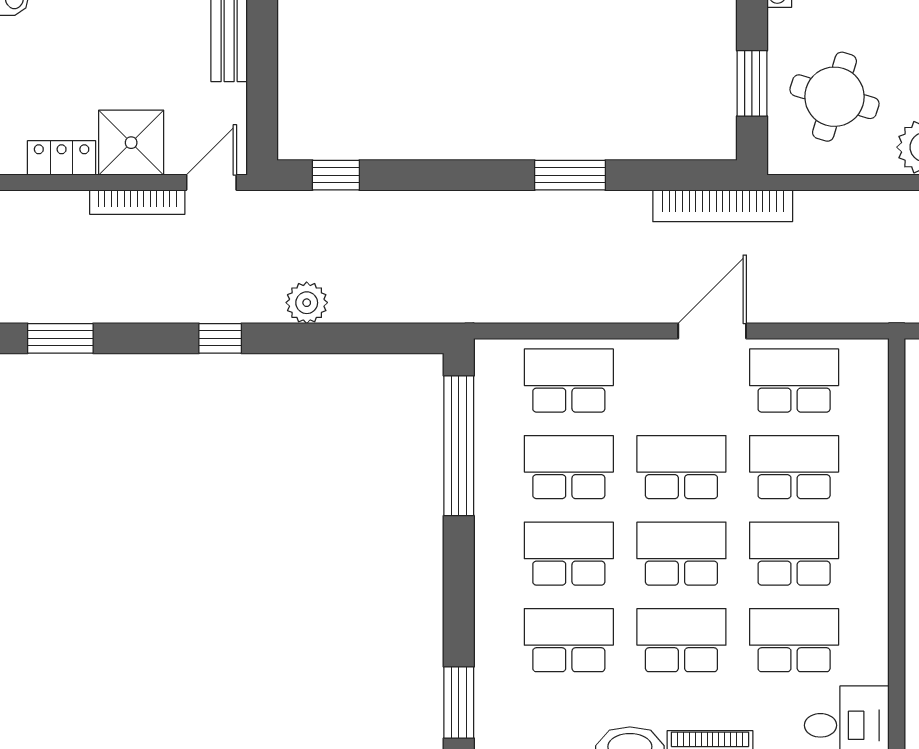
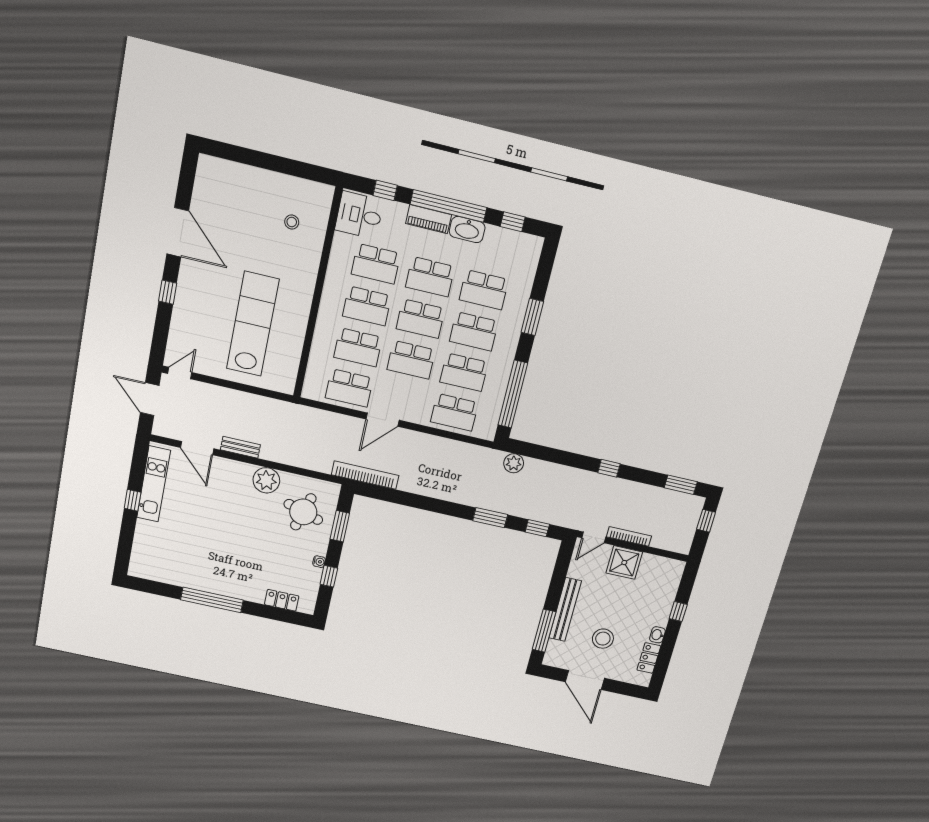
locker: (62, 158) -> (657, 563), removed
window: (570, 175) -> (490, 518), moved
plant: (307, 303) -> (514, 463), moved
window: (459, 702) -> (532, 317), moved

